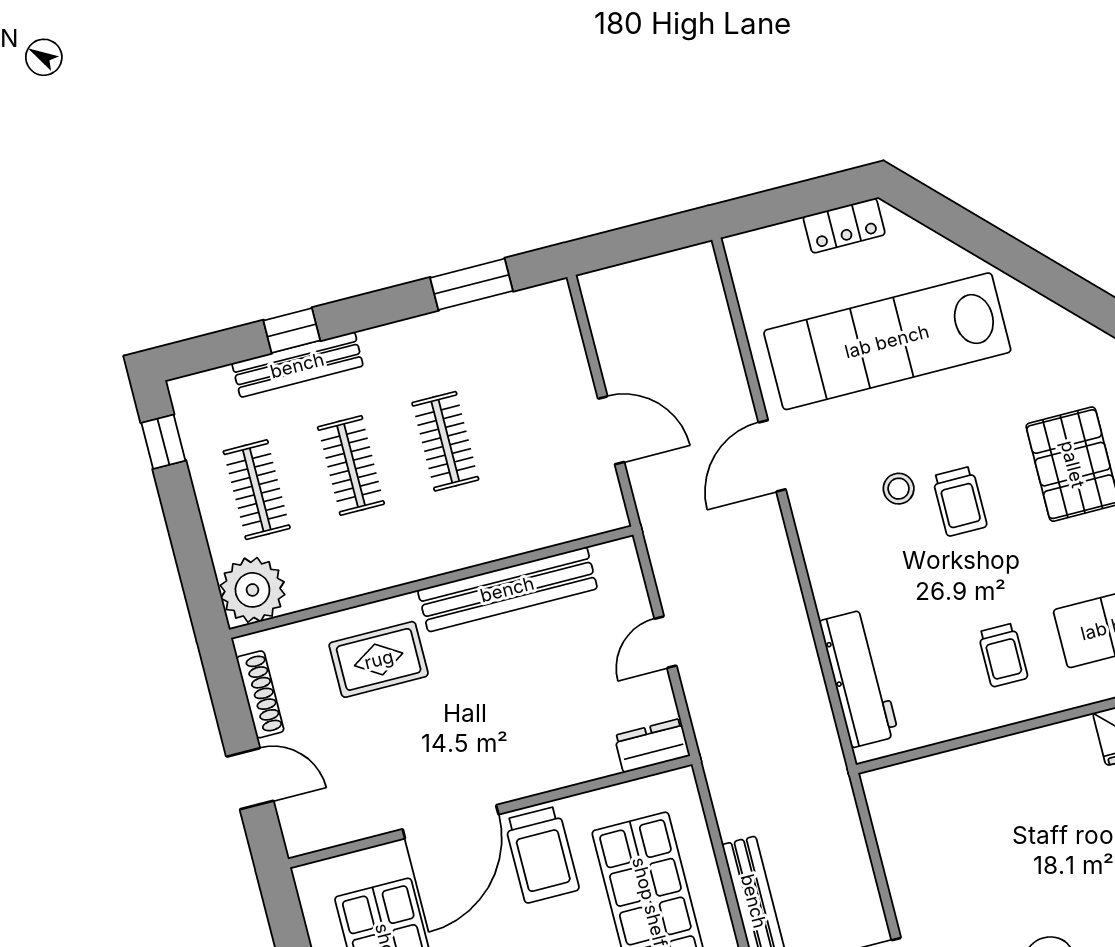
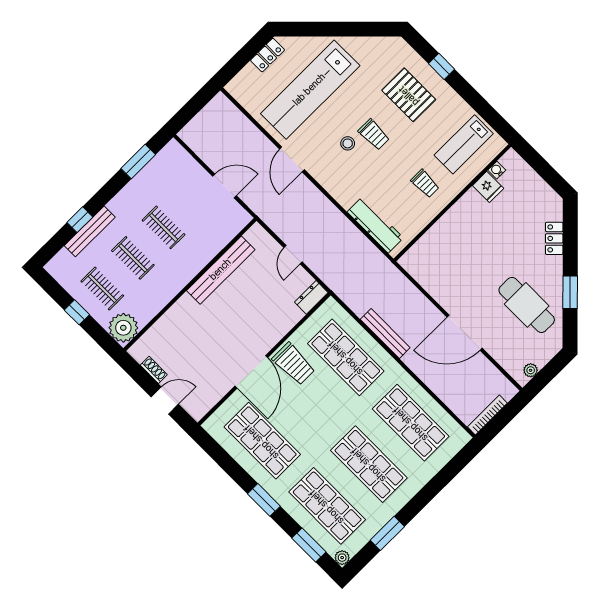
window: (163, 442) -> (77, 312), moved
rug: (379, 659) -> (187, 326), removed
shoe rack: (260, 694) -> (154, 370), width x0.70

